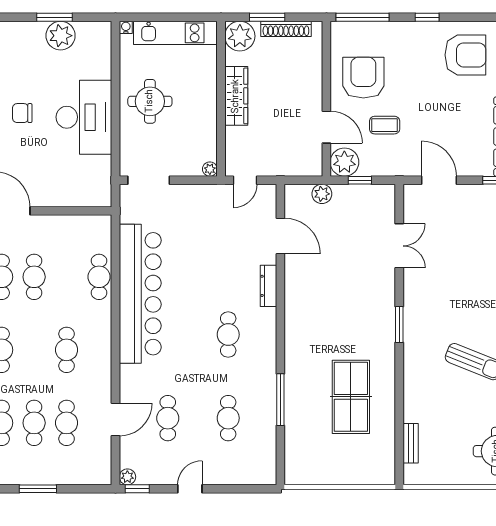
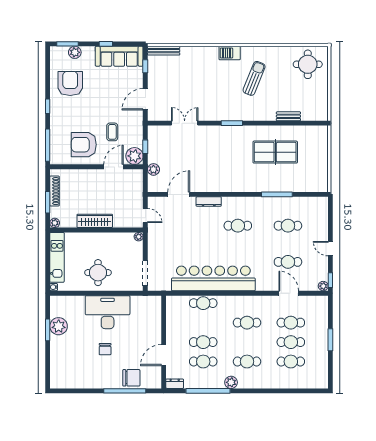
plant: (240, 36) -> (55, 223), width x0.53, depth x0.53
bench: (411, 443) -> (288, 116), moved

